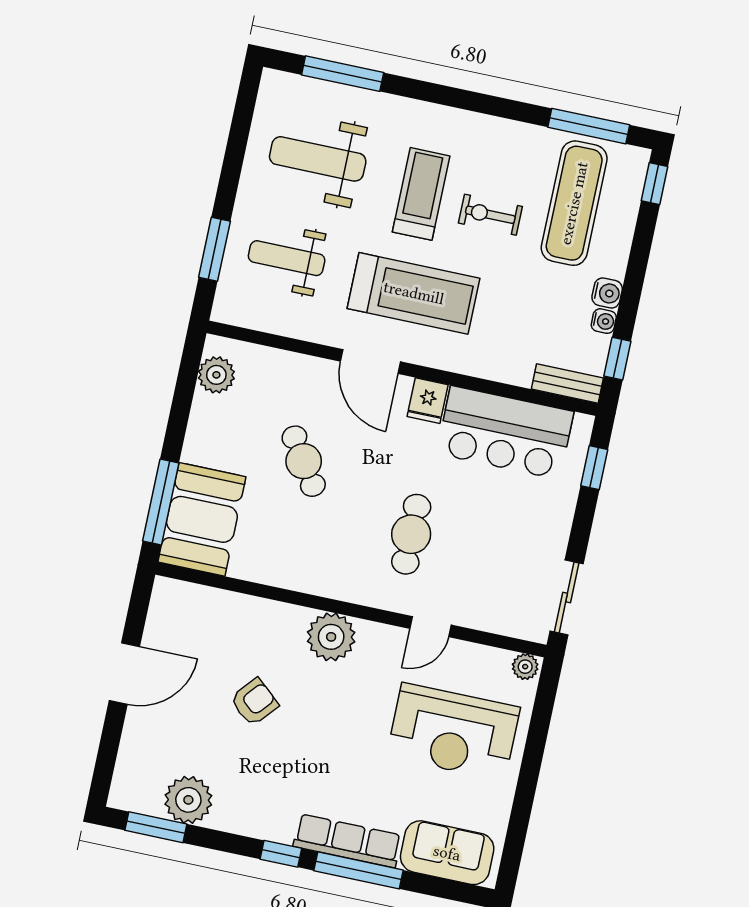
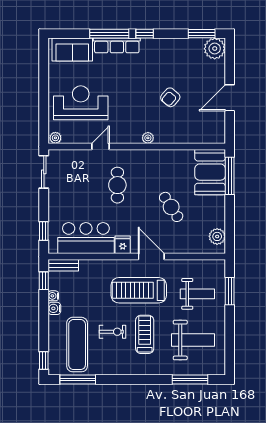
treadmill: (421, 194) -> (145, 334), turned 180
plant: (331, 637) -> (148, 138), width x0.53, depth x0.53
plant: (188, 800) -> (215, 49), moved

